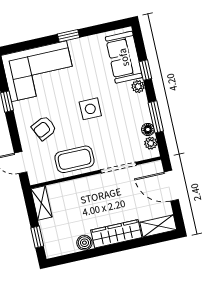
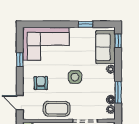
window: (68, 36) -> (85, 24), moved
window: (145, 70) -> (118, 41), moved
armchair: (44, 128) -> (41, 83), turned 116

